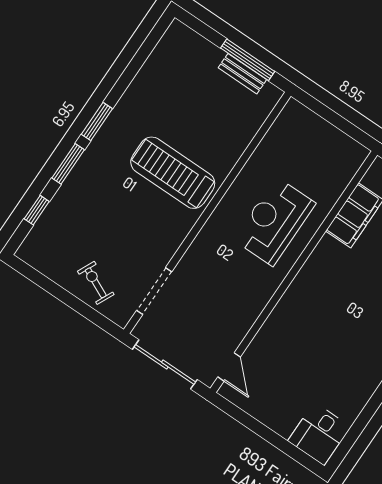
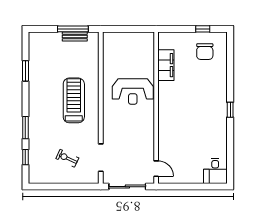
window: (97, 121) -> (25, 71), moved
treadmill: (173, 173) -> (74, 100), turned 90
reception desk: (275, 222) -> (133, 92), turned -90
exercise bike: (96, 283) -> (67, 158), moved

